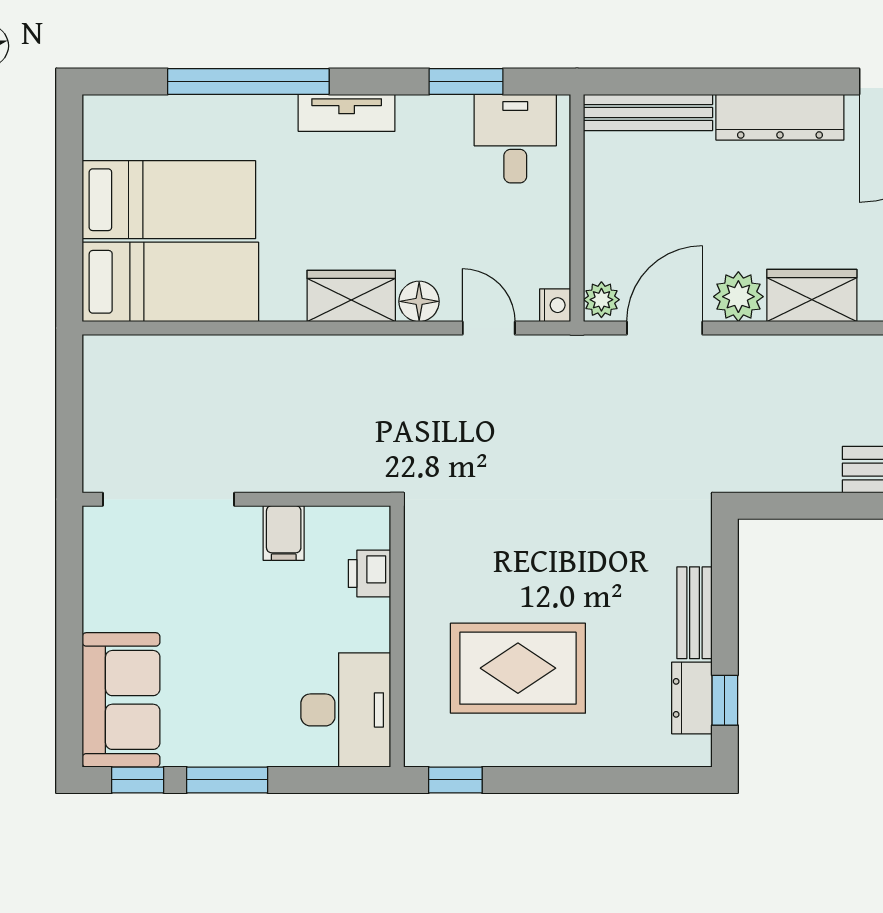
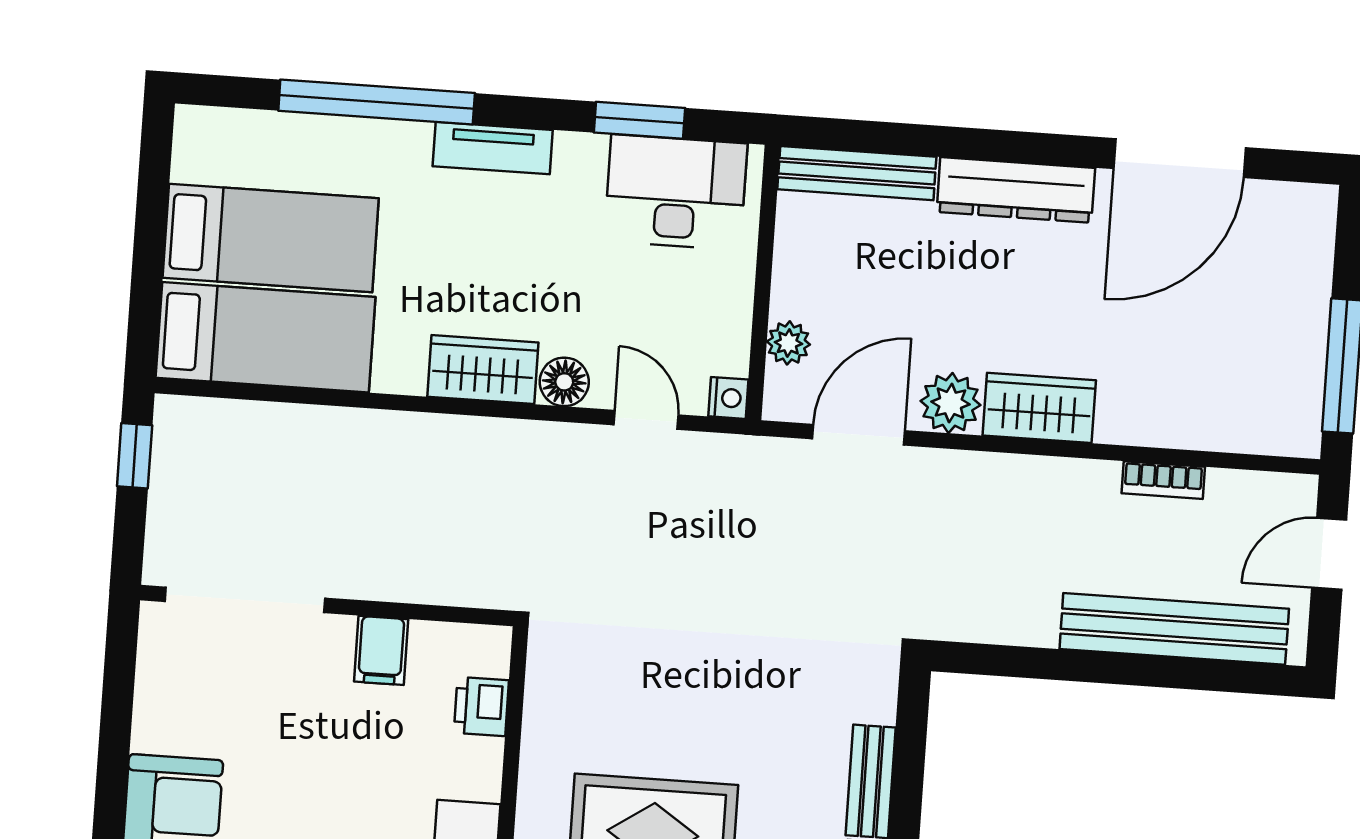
desk: (515, 139) -> (676, 192), width x1.37
plant: (601, 300) -> (788, 343), moved
window: (69, 387) -> (135, 456), added

